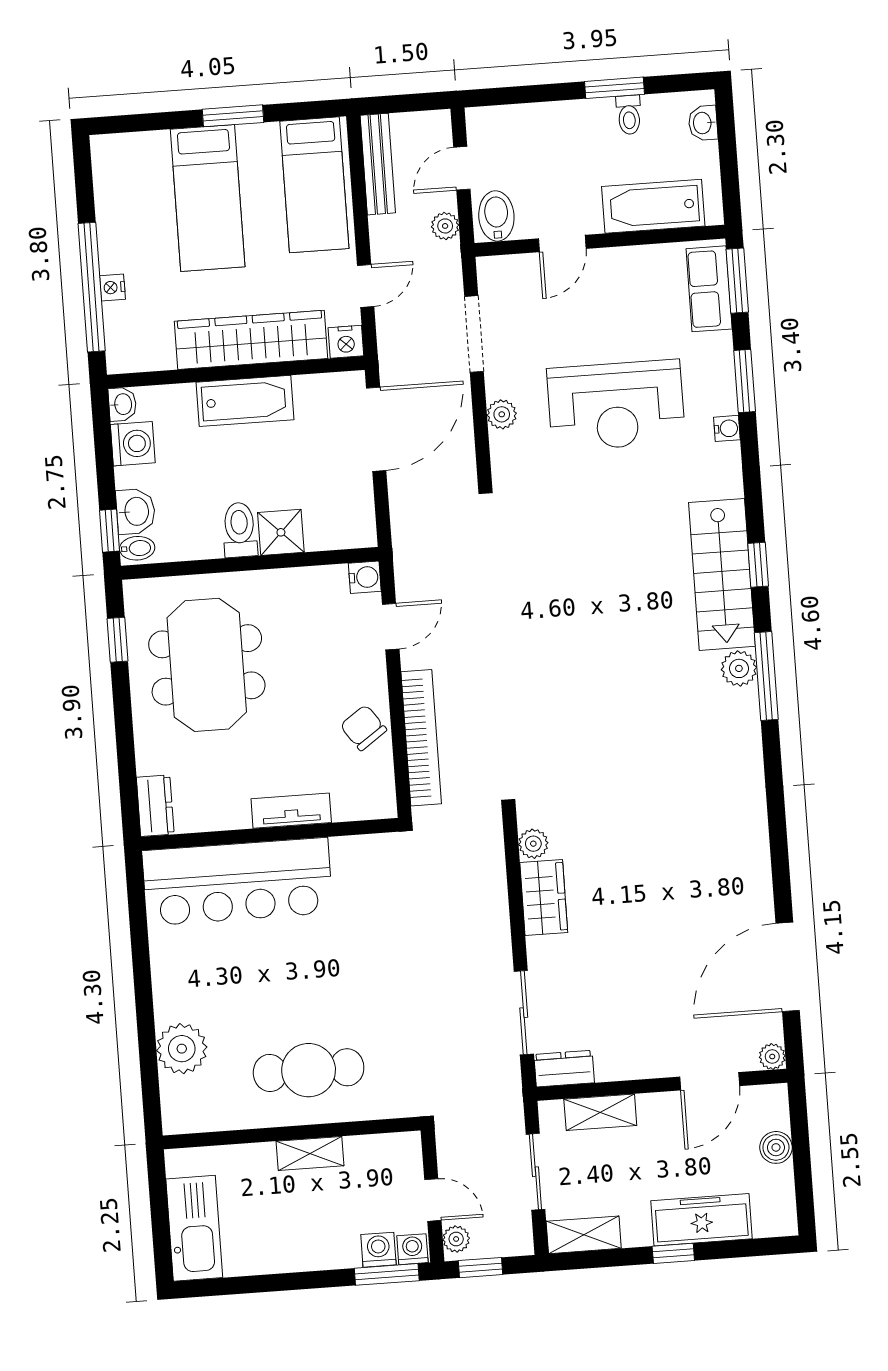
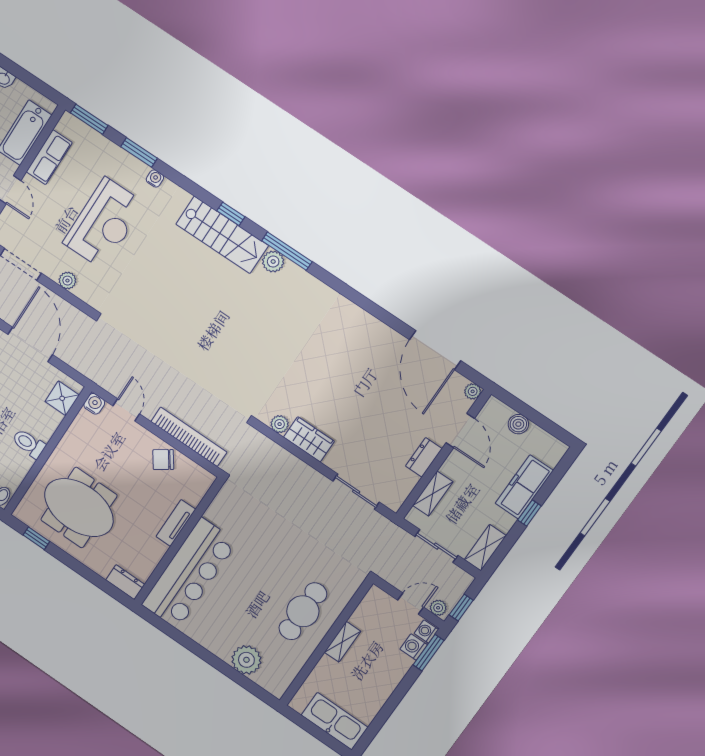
row of seats: (709, 289) -> (49, 157), moved, turned -90
shower: (281, 532) -> (62, 398), moved
dresser: (564, 1069) -> (424, 457), moved

